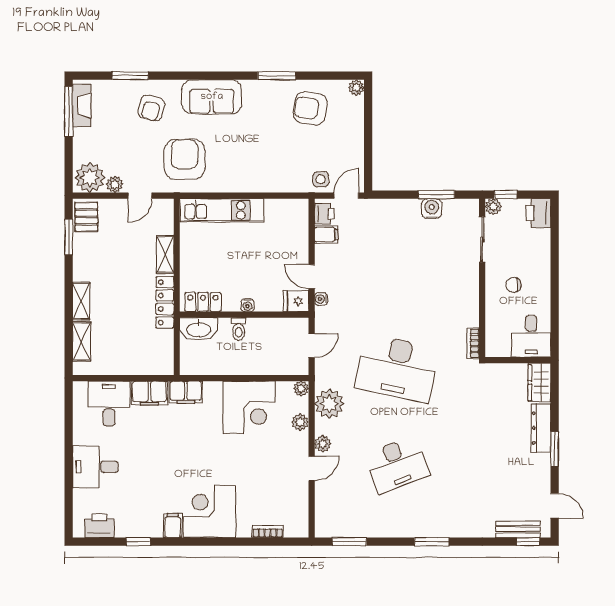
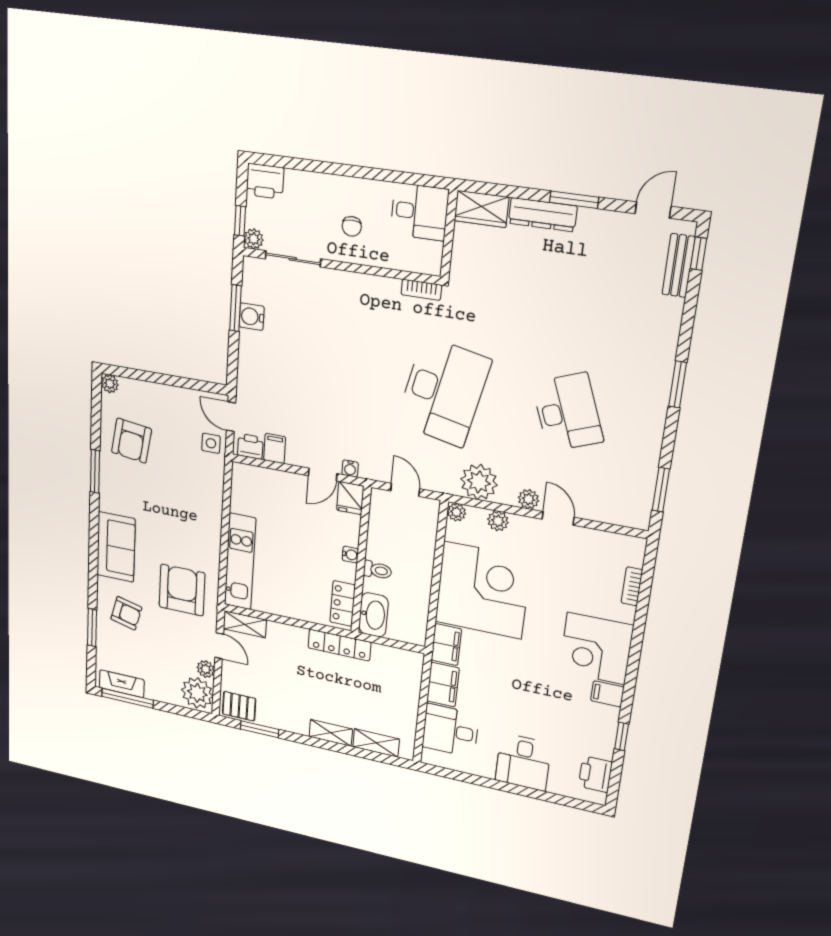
armchair: (184, 159) -> (182, 590), turned 90
shelving: (165, 255) -> (245, 624), moved
corner desk: (249, 407) -> (483, 590), width x1.36, depth x1.36

